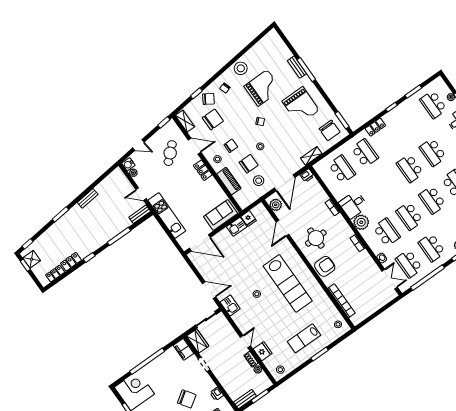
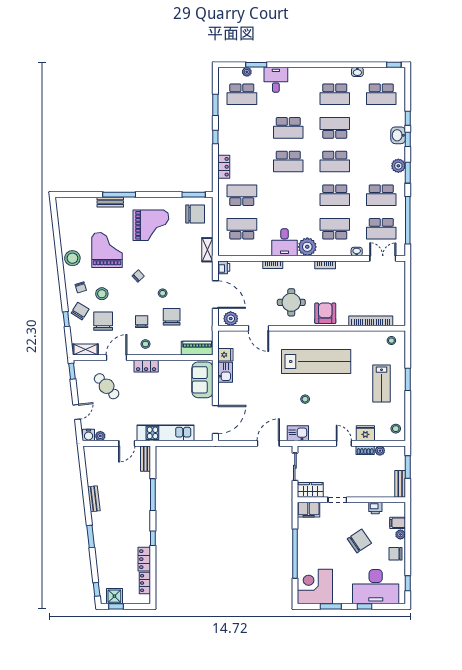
piano: (229, 181) -> (197, 348), moved
stool: (259, 181) -> (102, 294), moved

